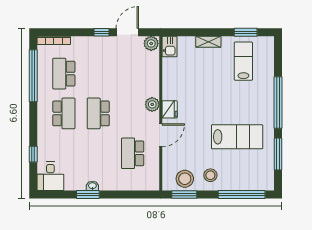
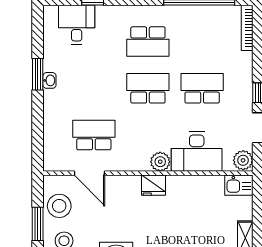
school desk: (64, 74) -> (202, 88), moved
desk: (145, 78) -> (197, 152), added
door: (161, 135) -> (89, 173), moved
desk: (50, 176) -> (77, 25), moved, turned 90
window: (184, 195) -> (38, 224), moved

